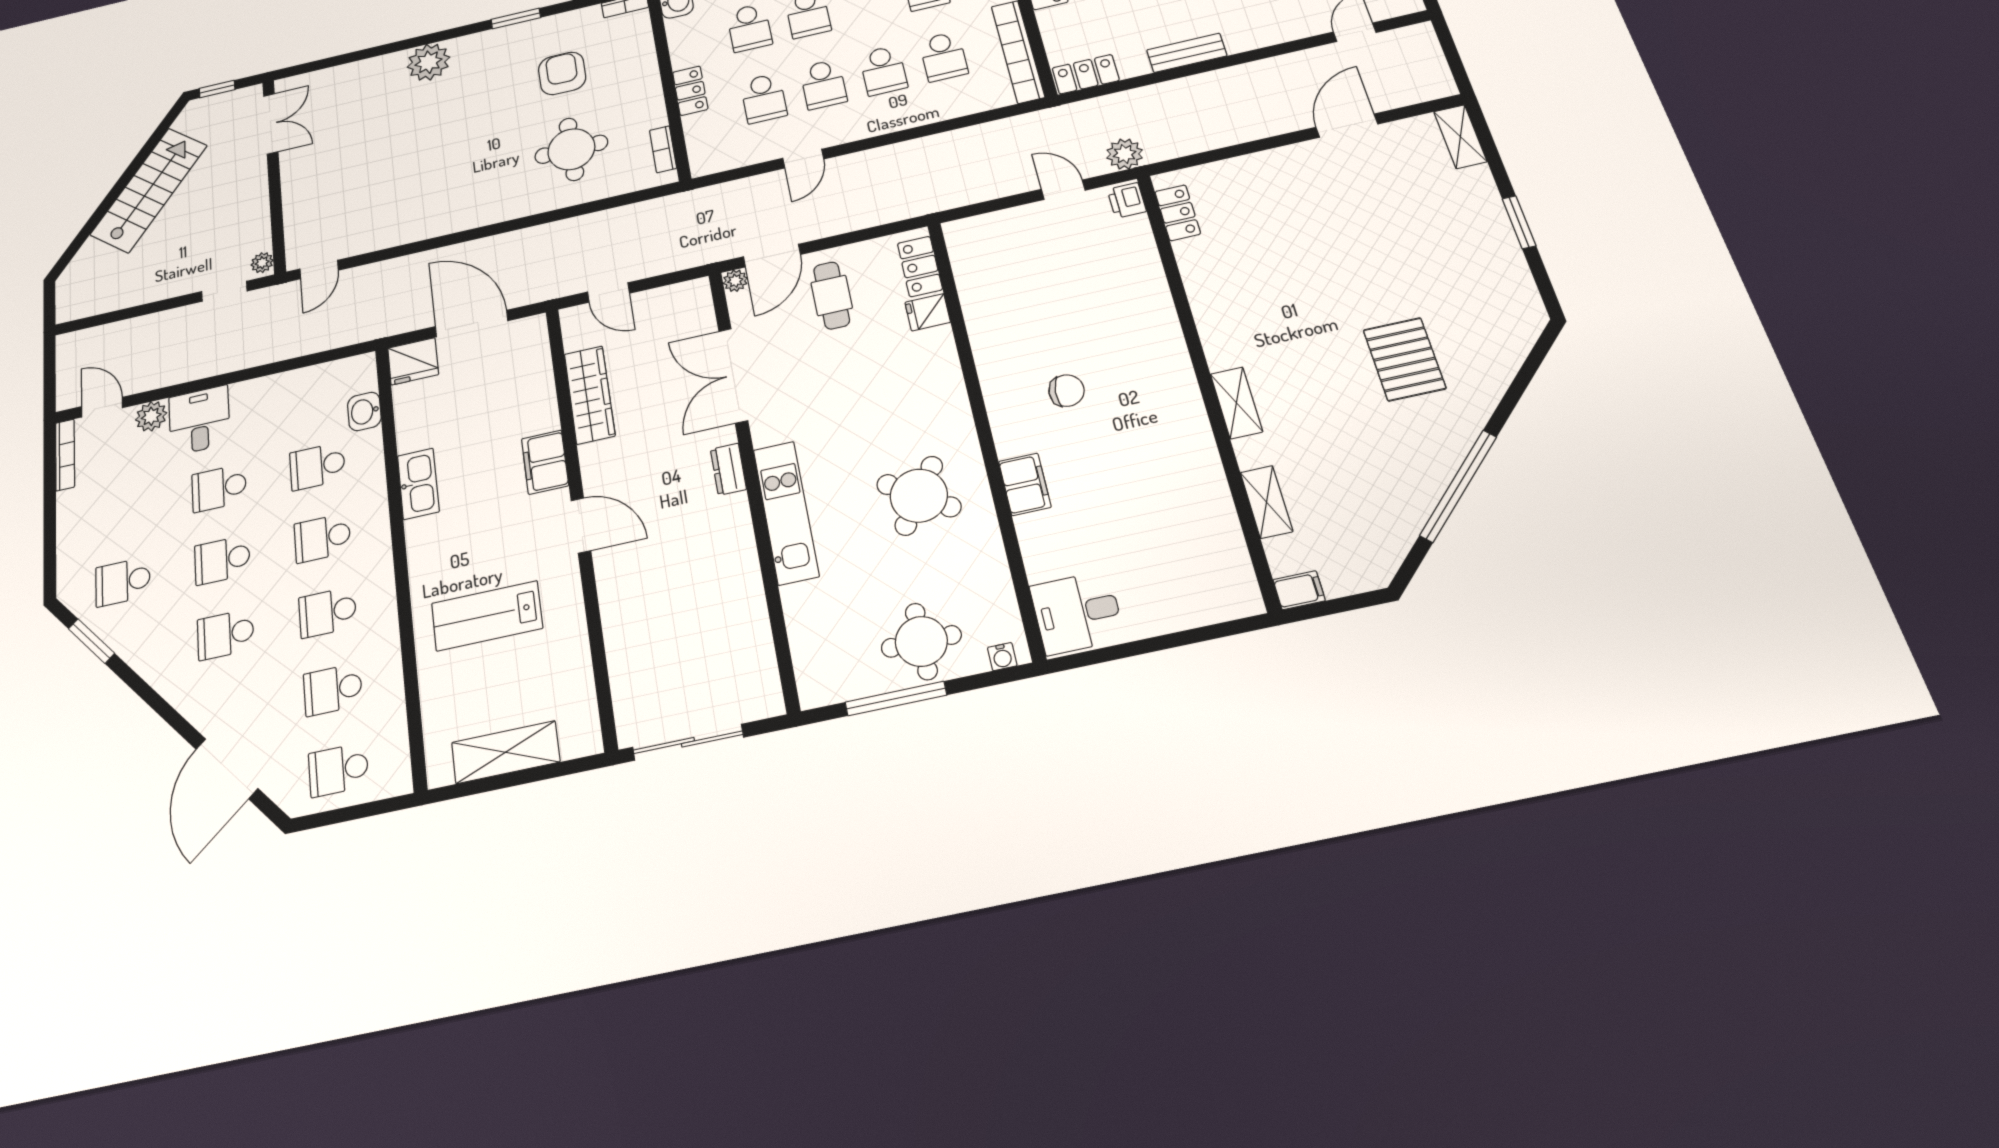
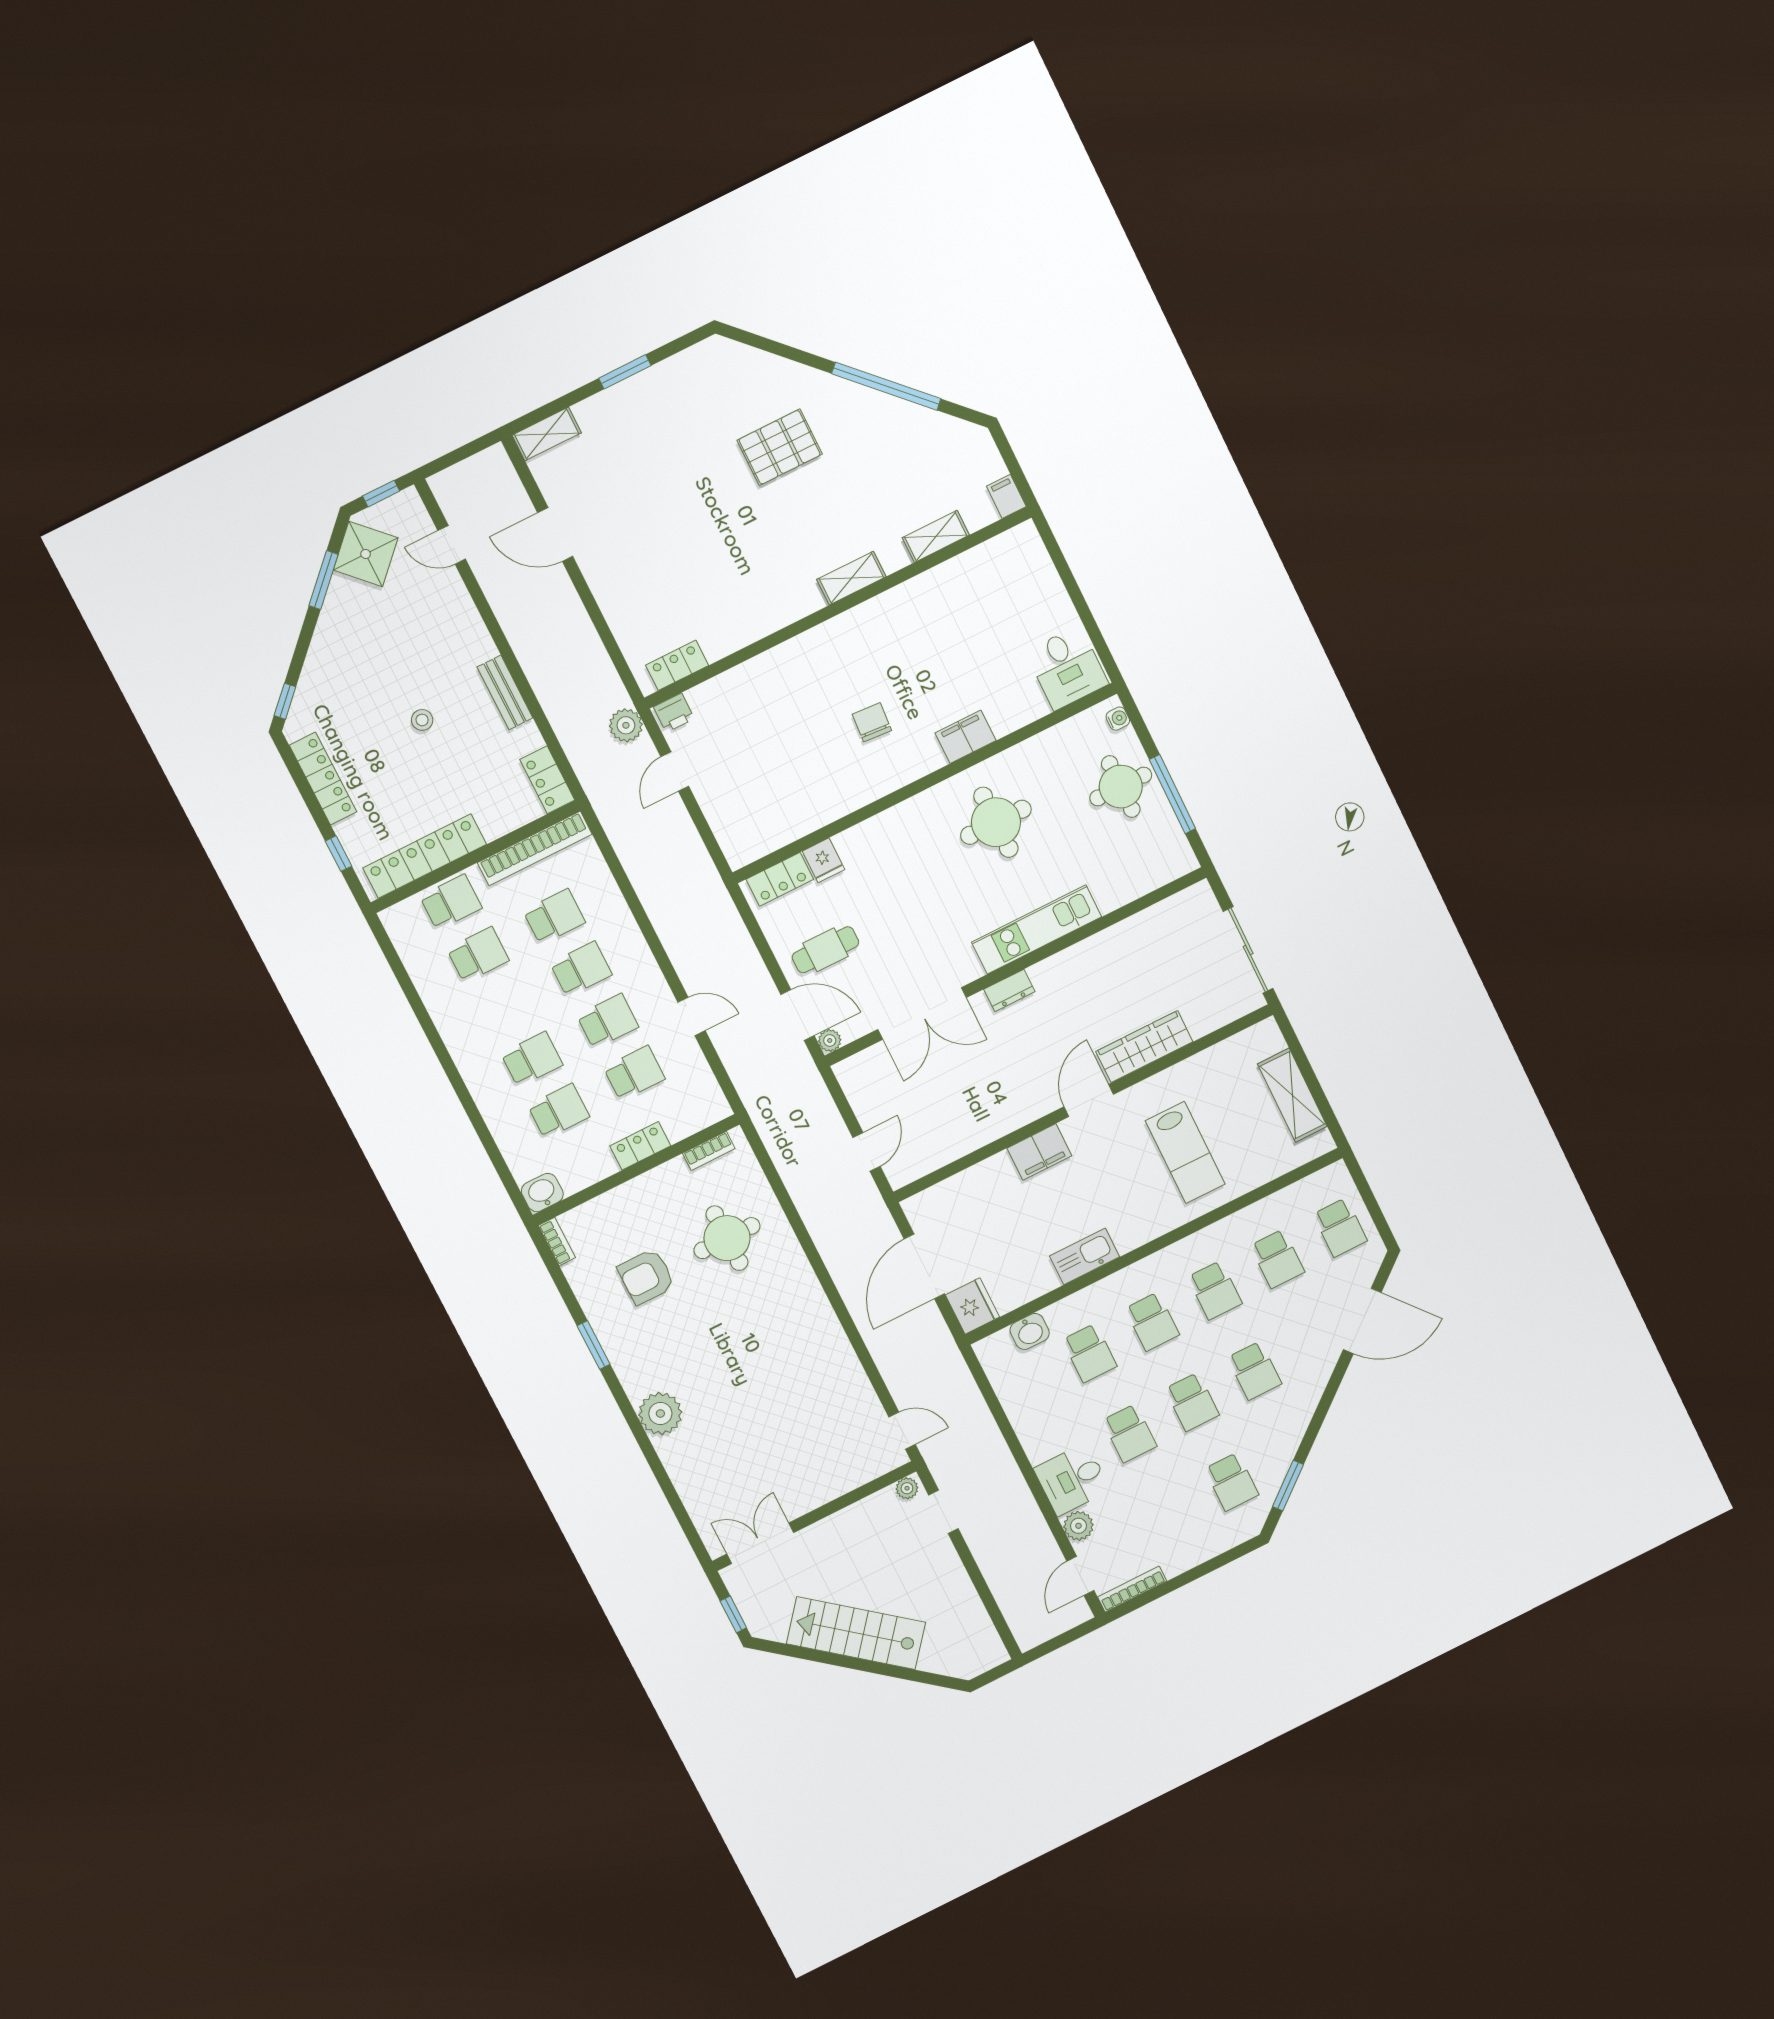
wardrobe: (590, 395) -> (1144, 1047), moved
round table: (919, 496) -> (996, 822), turned -34

